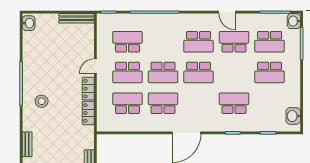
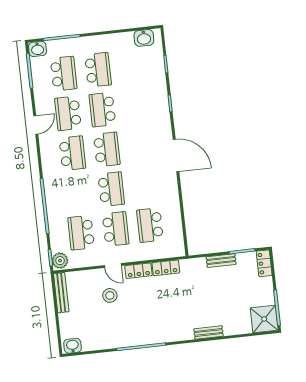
plant: (105, 20) -> (60, 261), added
stool: (42, 101) -> (110, 295), moved
school desk: (163, 103) -> (146, 185), removed
school desk: (234, 103) -> (102, 110), moved

